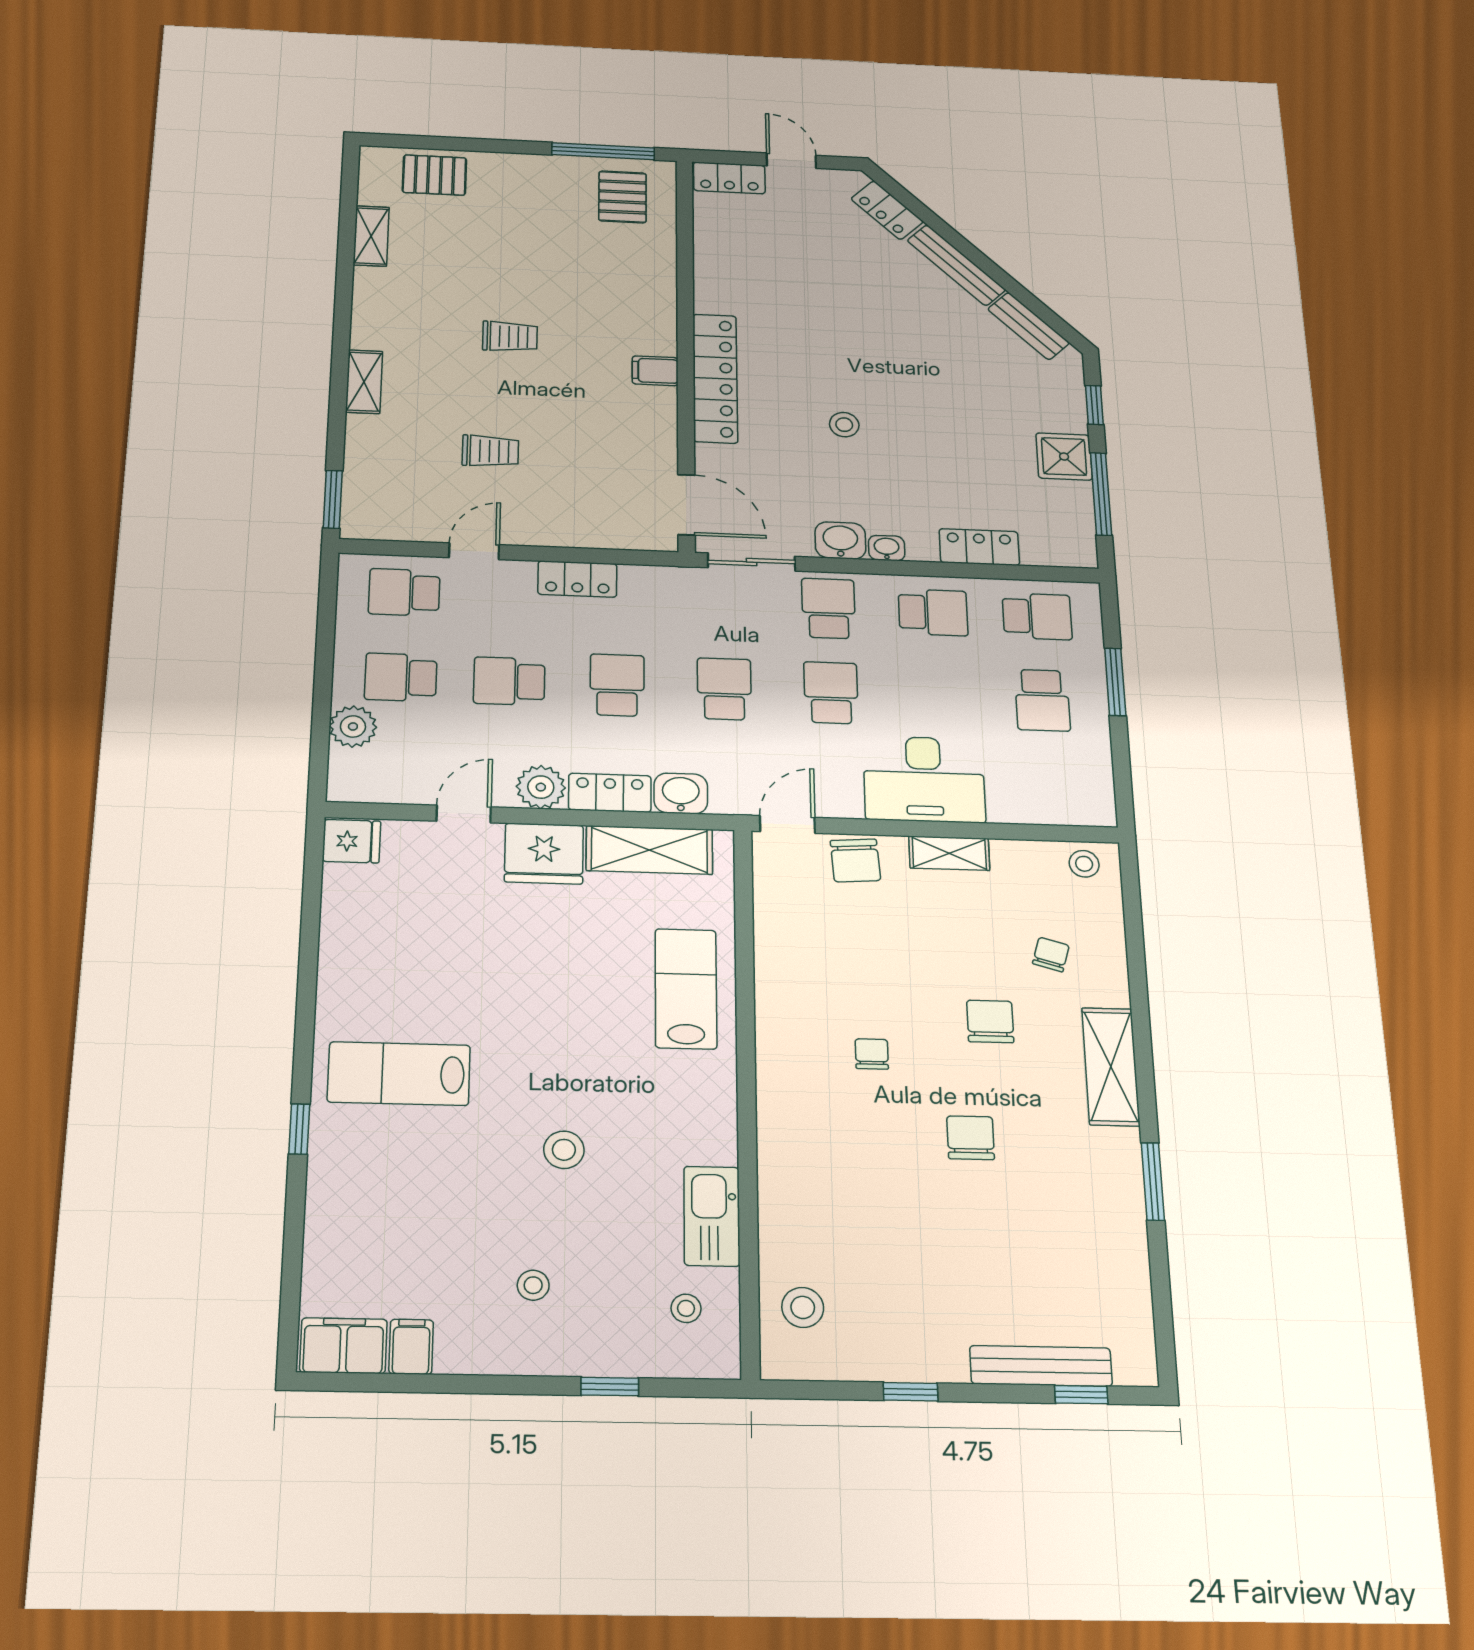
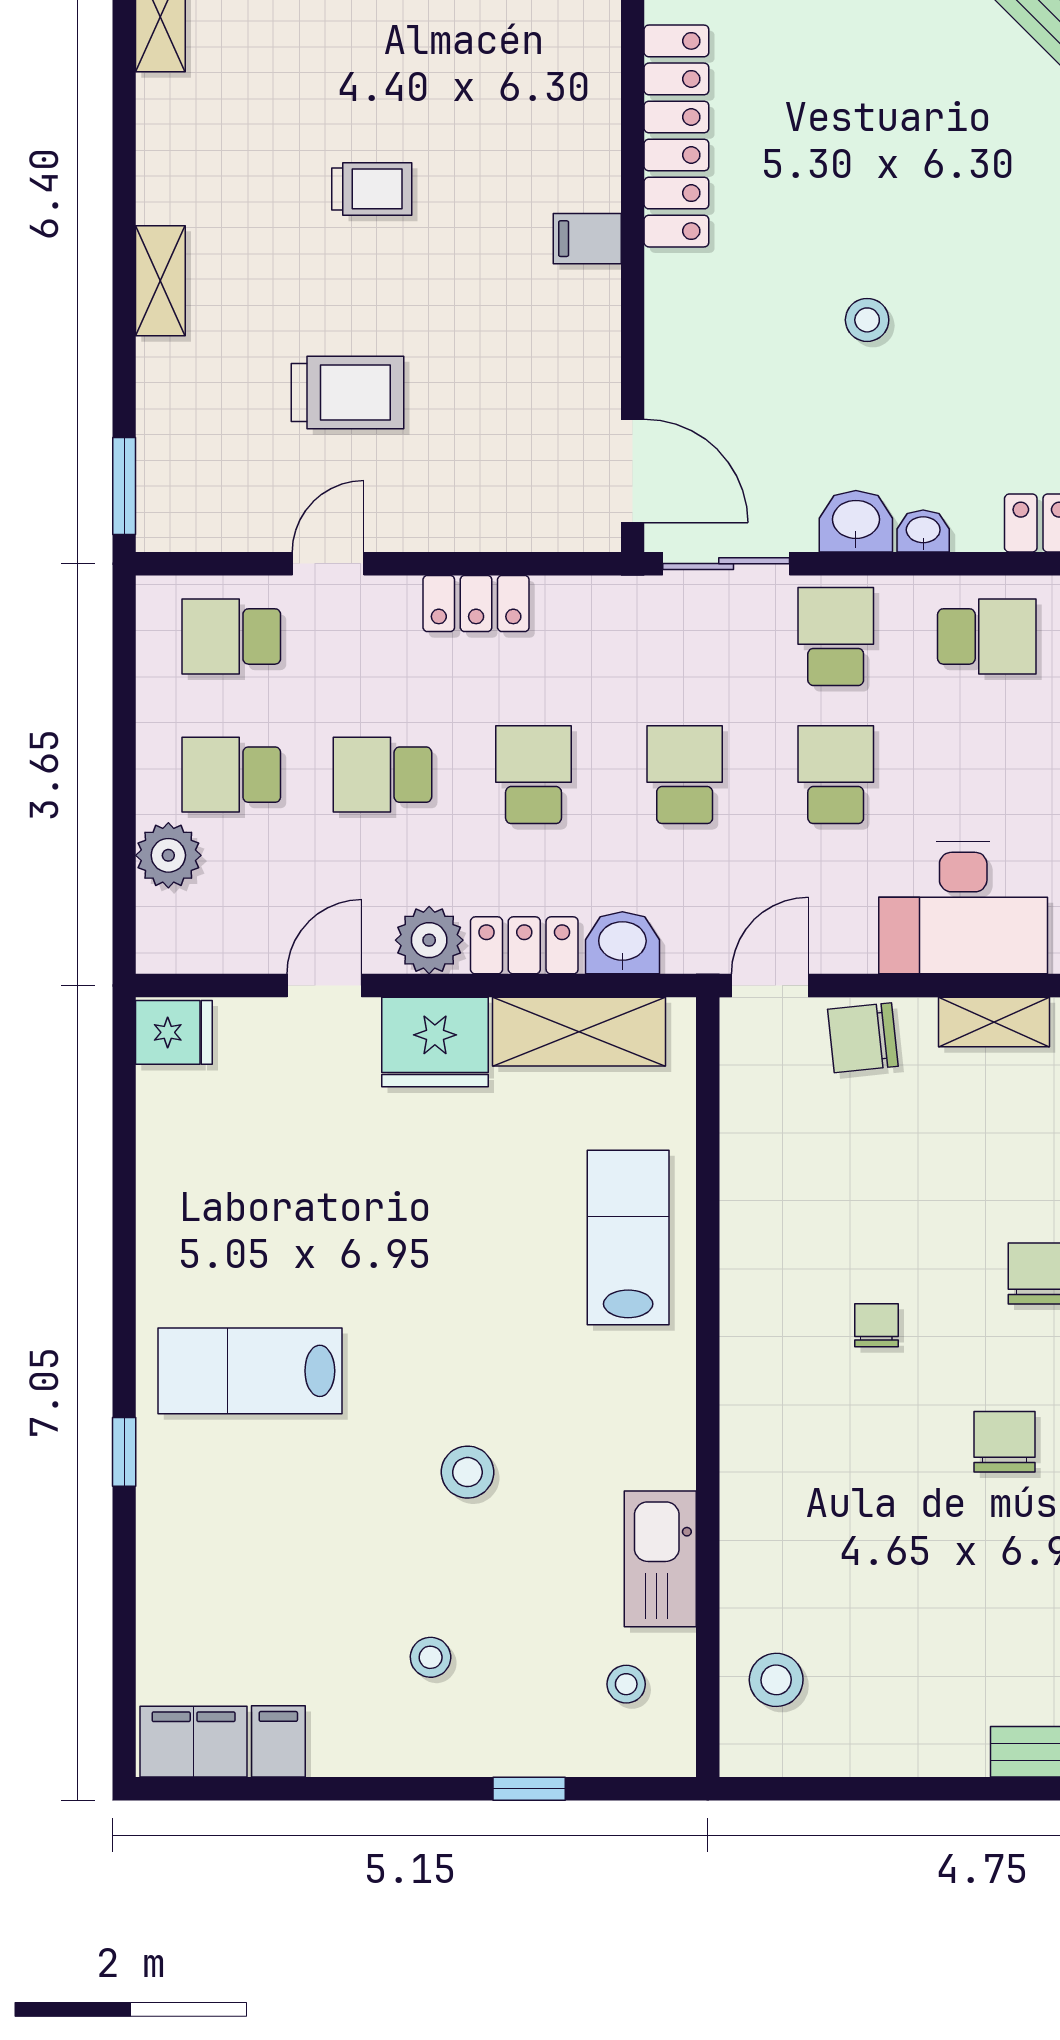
locker: (715, 378) -> (676, 136), moved
trolley: (490, 451) -> (348, 392), width x1.36, depth x1.39
chair: (855, 860) -> (863, 1038), turned 88
window: (911, 1392) -> (912, 1789), removed

